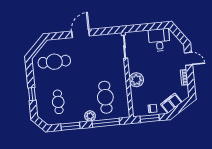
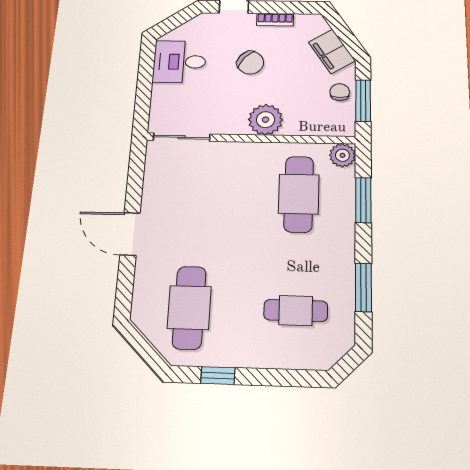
chair: (162, 70) -> (250, 63), added
window: (32, 94) -> (218, 376), moved
cafe table: (105, 97) -> (299, 194), turned 90
plant: (90, 116) -> (342, 155), moved
window: (106, 123) -> (363, 200), width x0.69

